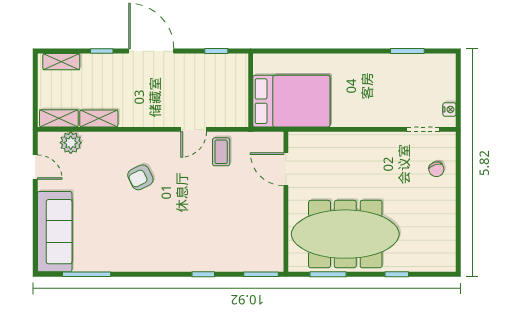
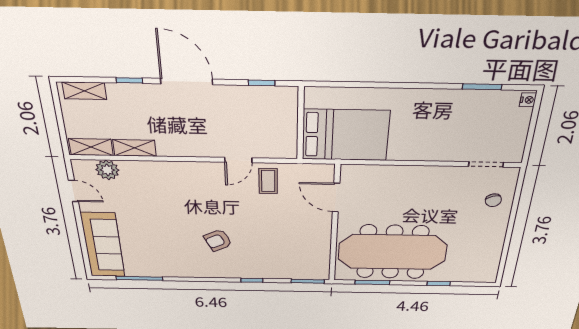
nightstand: (449, 109) -> (528, 100), moved
armchair: (140, 177) -> (218, 240), moved

